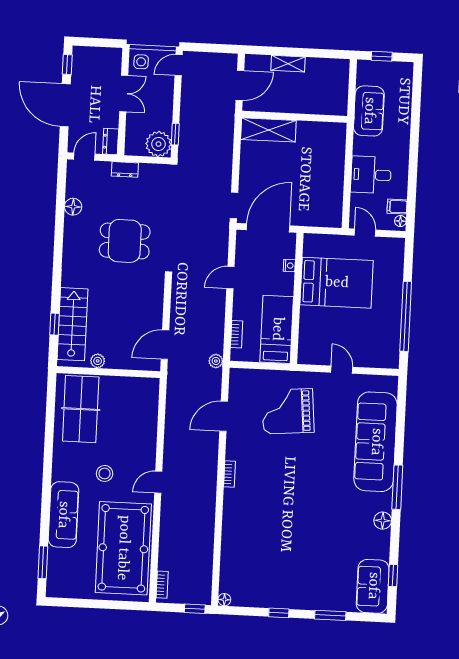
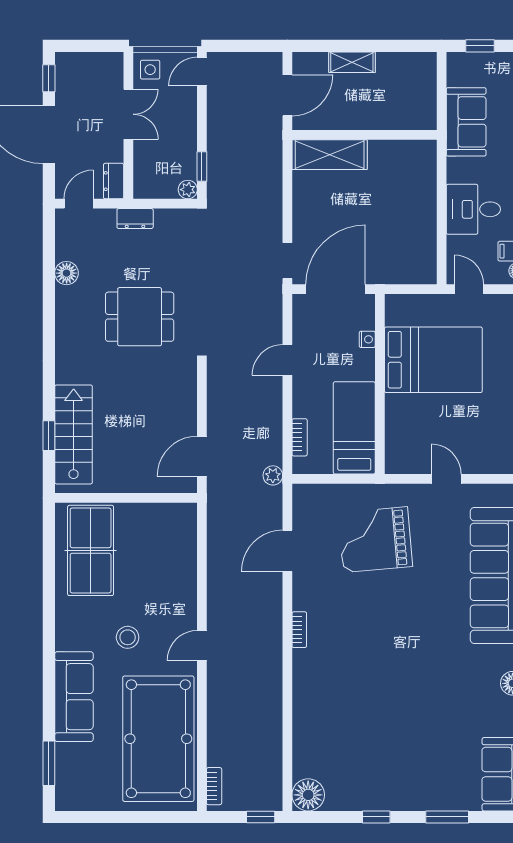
plant: (159, 144) -> (188, 190), width x0.53, depth x0.53
plant: (98, 361) -> (110, 483), removed
floor lamp: (224, 600) -> (308, 795), width x1.89, depth x1.89

